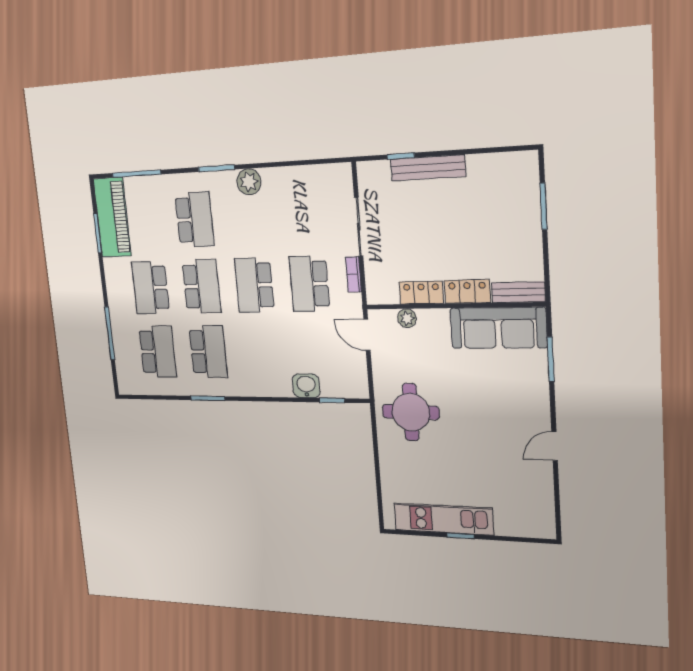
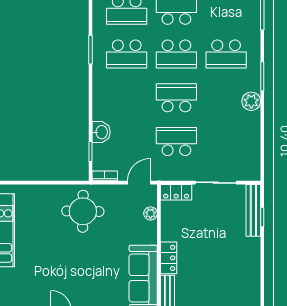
bench: (428, 168) -> (253, 210), moved
bookcase: (353, 274) -> (105, 176), moved
locker: (421, 293) -> (176, 192), moved, turned 90

